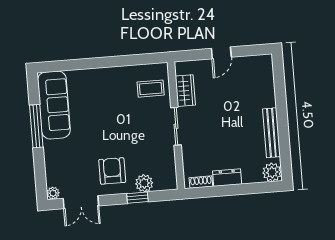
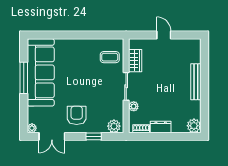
door: (221, 53) -> (164, 35), swing flipped
sofa: (54, 105) -> (41, 72), width x1.36, depth x1.27
bench: (271, 133) -> (196, 82), moved
plant: (188, 153) -> (134, 106), added
plant: (144, 183) -> (114, 126), moved

